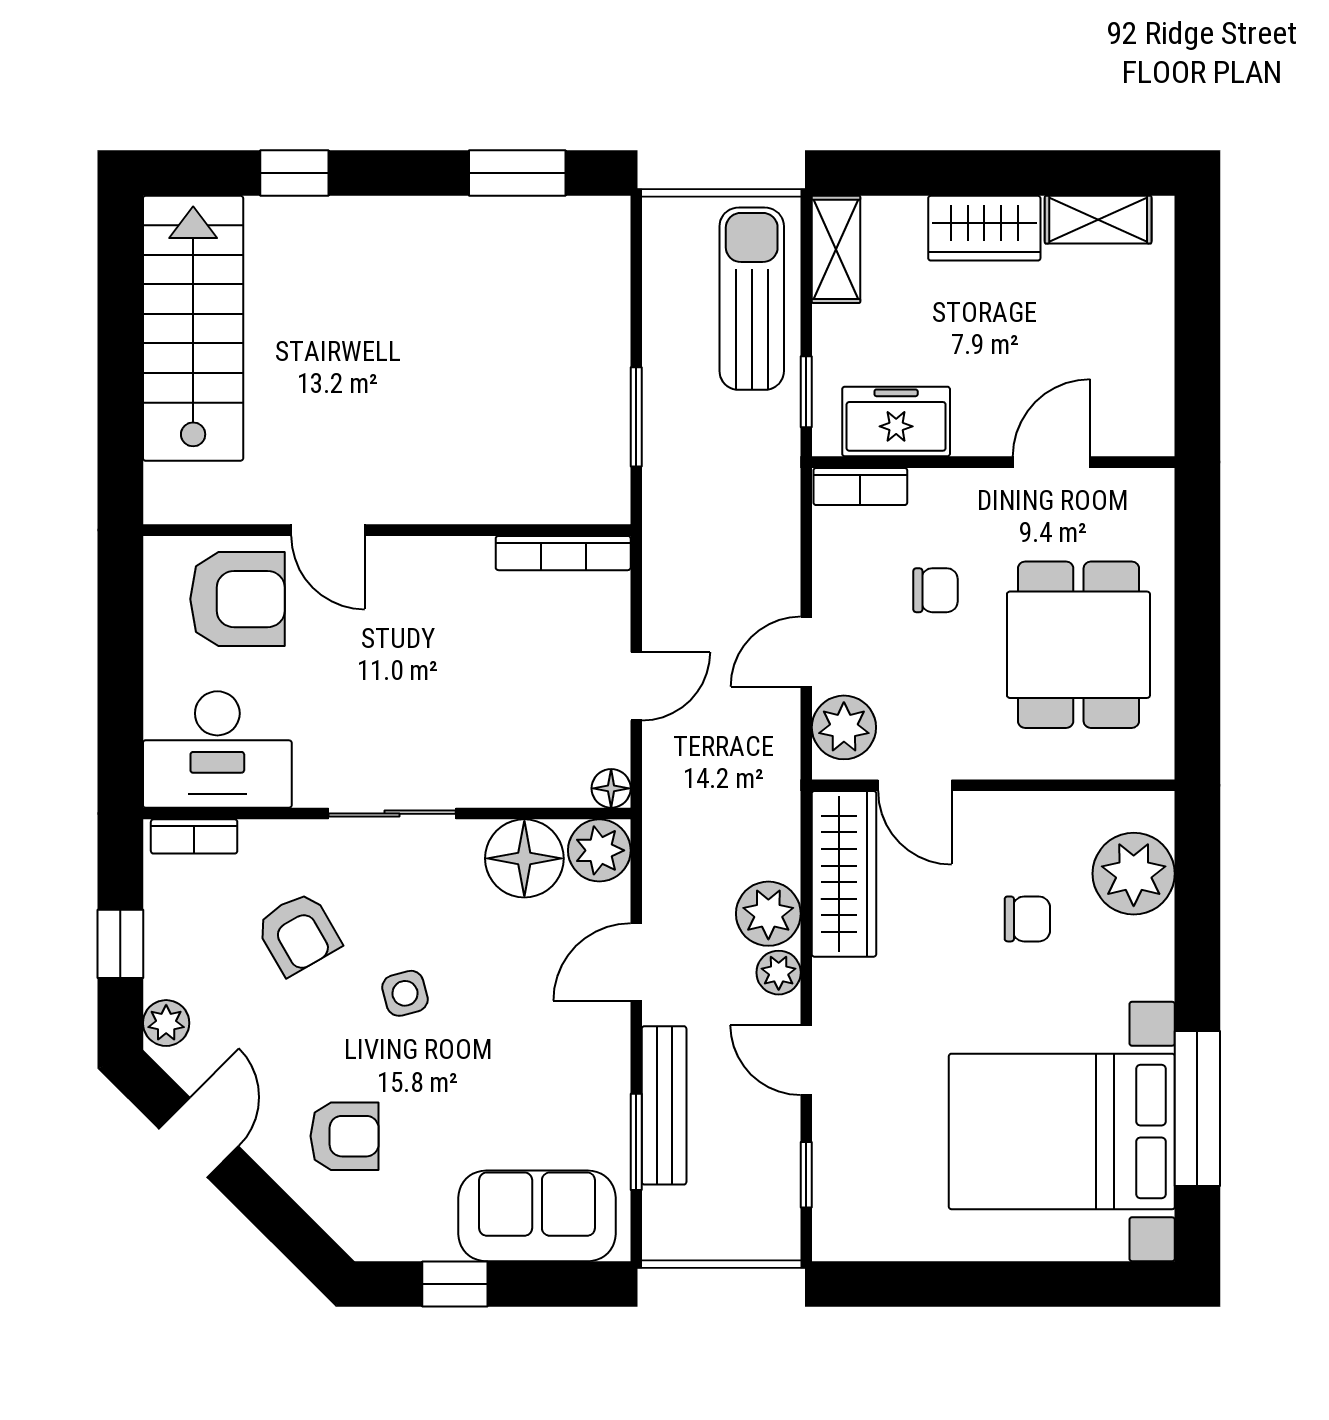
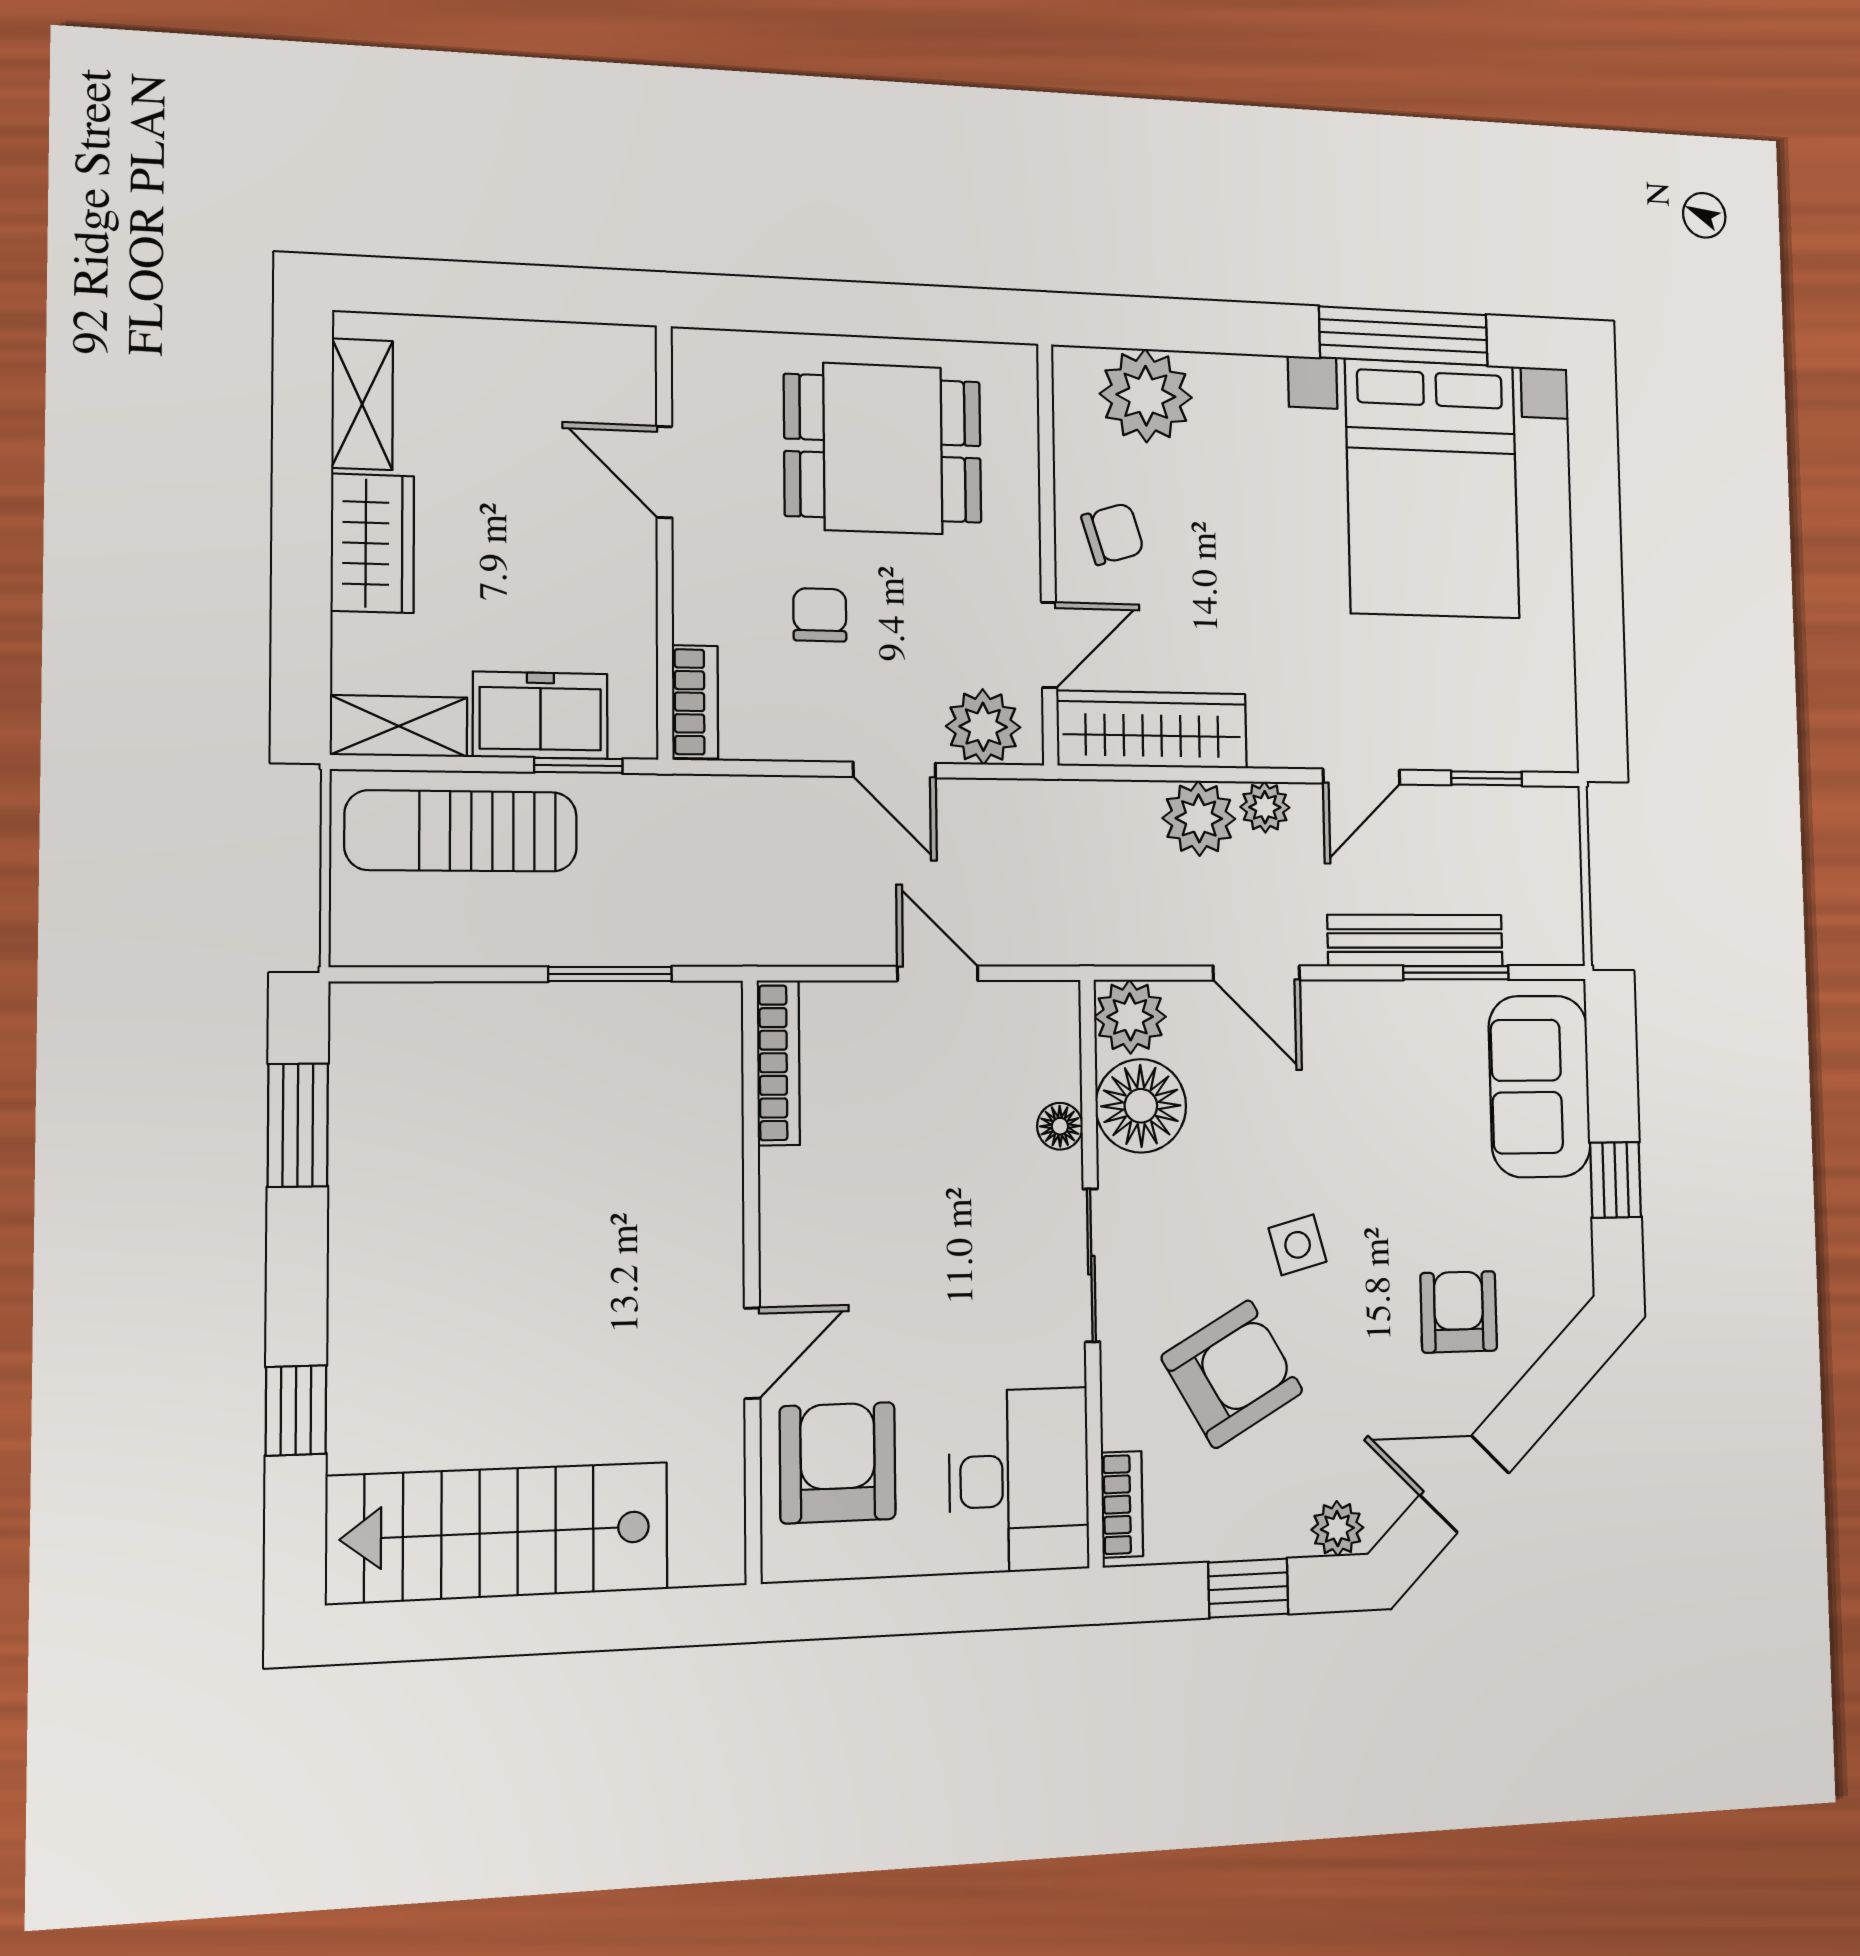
freezer: (896, 421) -> (540, 715), moved, turned 90
floor lamp: (611, 788) -> (1060, 1126), moved
chair: (1027, 919) -> (1113, 534), moved, turned 73
armchair: (298, 933) -> (1232, 1374), width x1.38, depth x1.38

